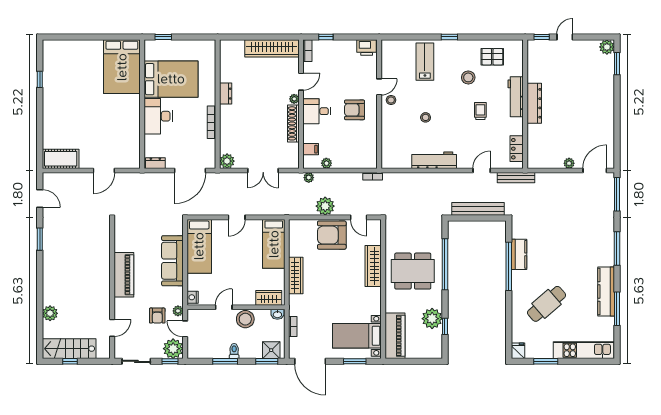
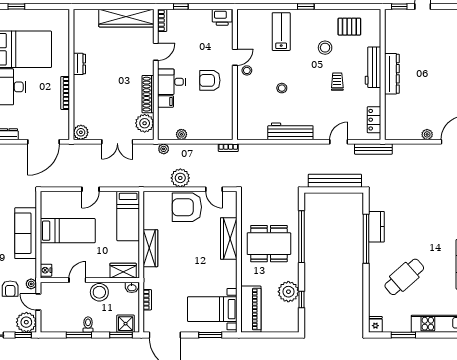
plant: (294, 99) -> (145, 123), moved, width x1.88, depth x1.88
filing cabinet: (311, 149) -> (166, 101), moved
bed: (199, 246) -> (68, 231), moved, turned -90

